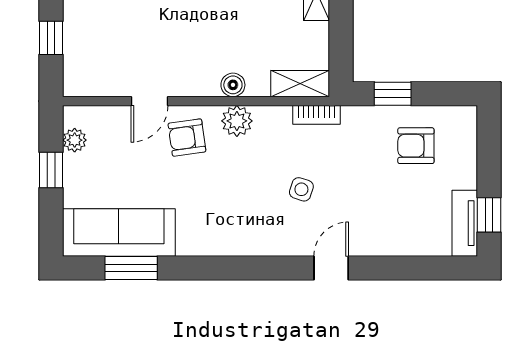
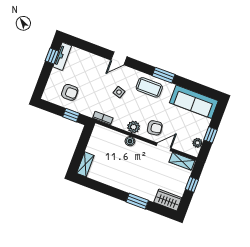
shelving: (300, 84) -> (182, 161), moved
coffee table: (235, 227) -> (149, 87), added
window: (131, 268) -> (164, 75), moved

